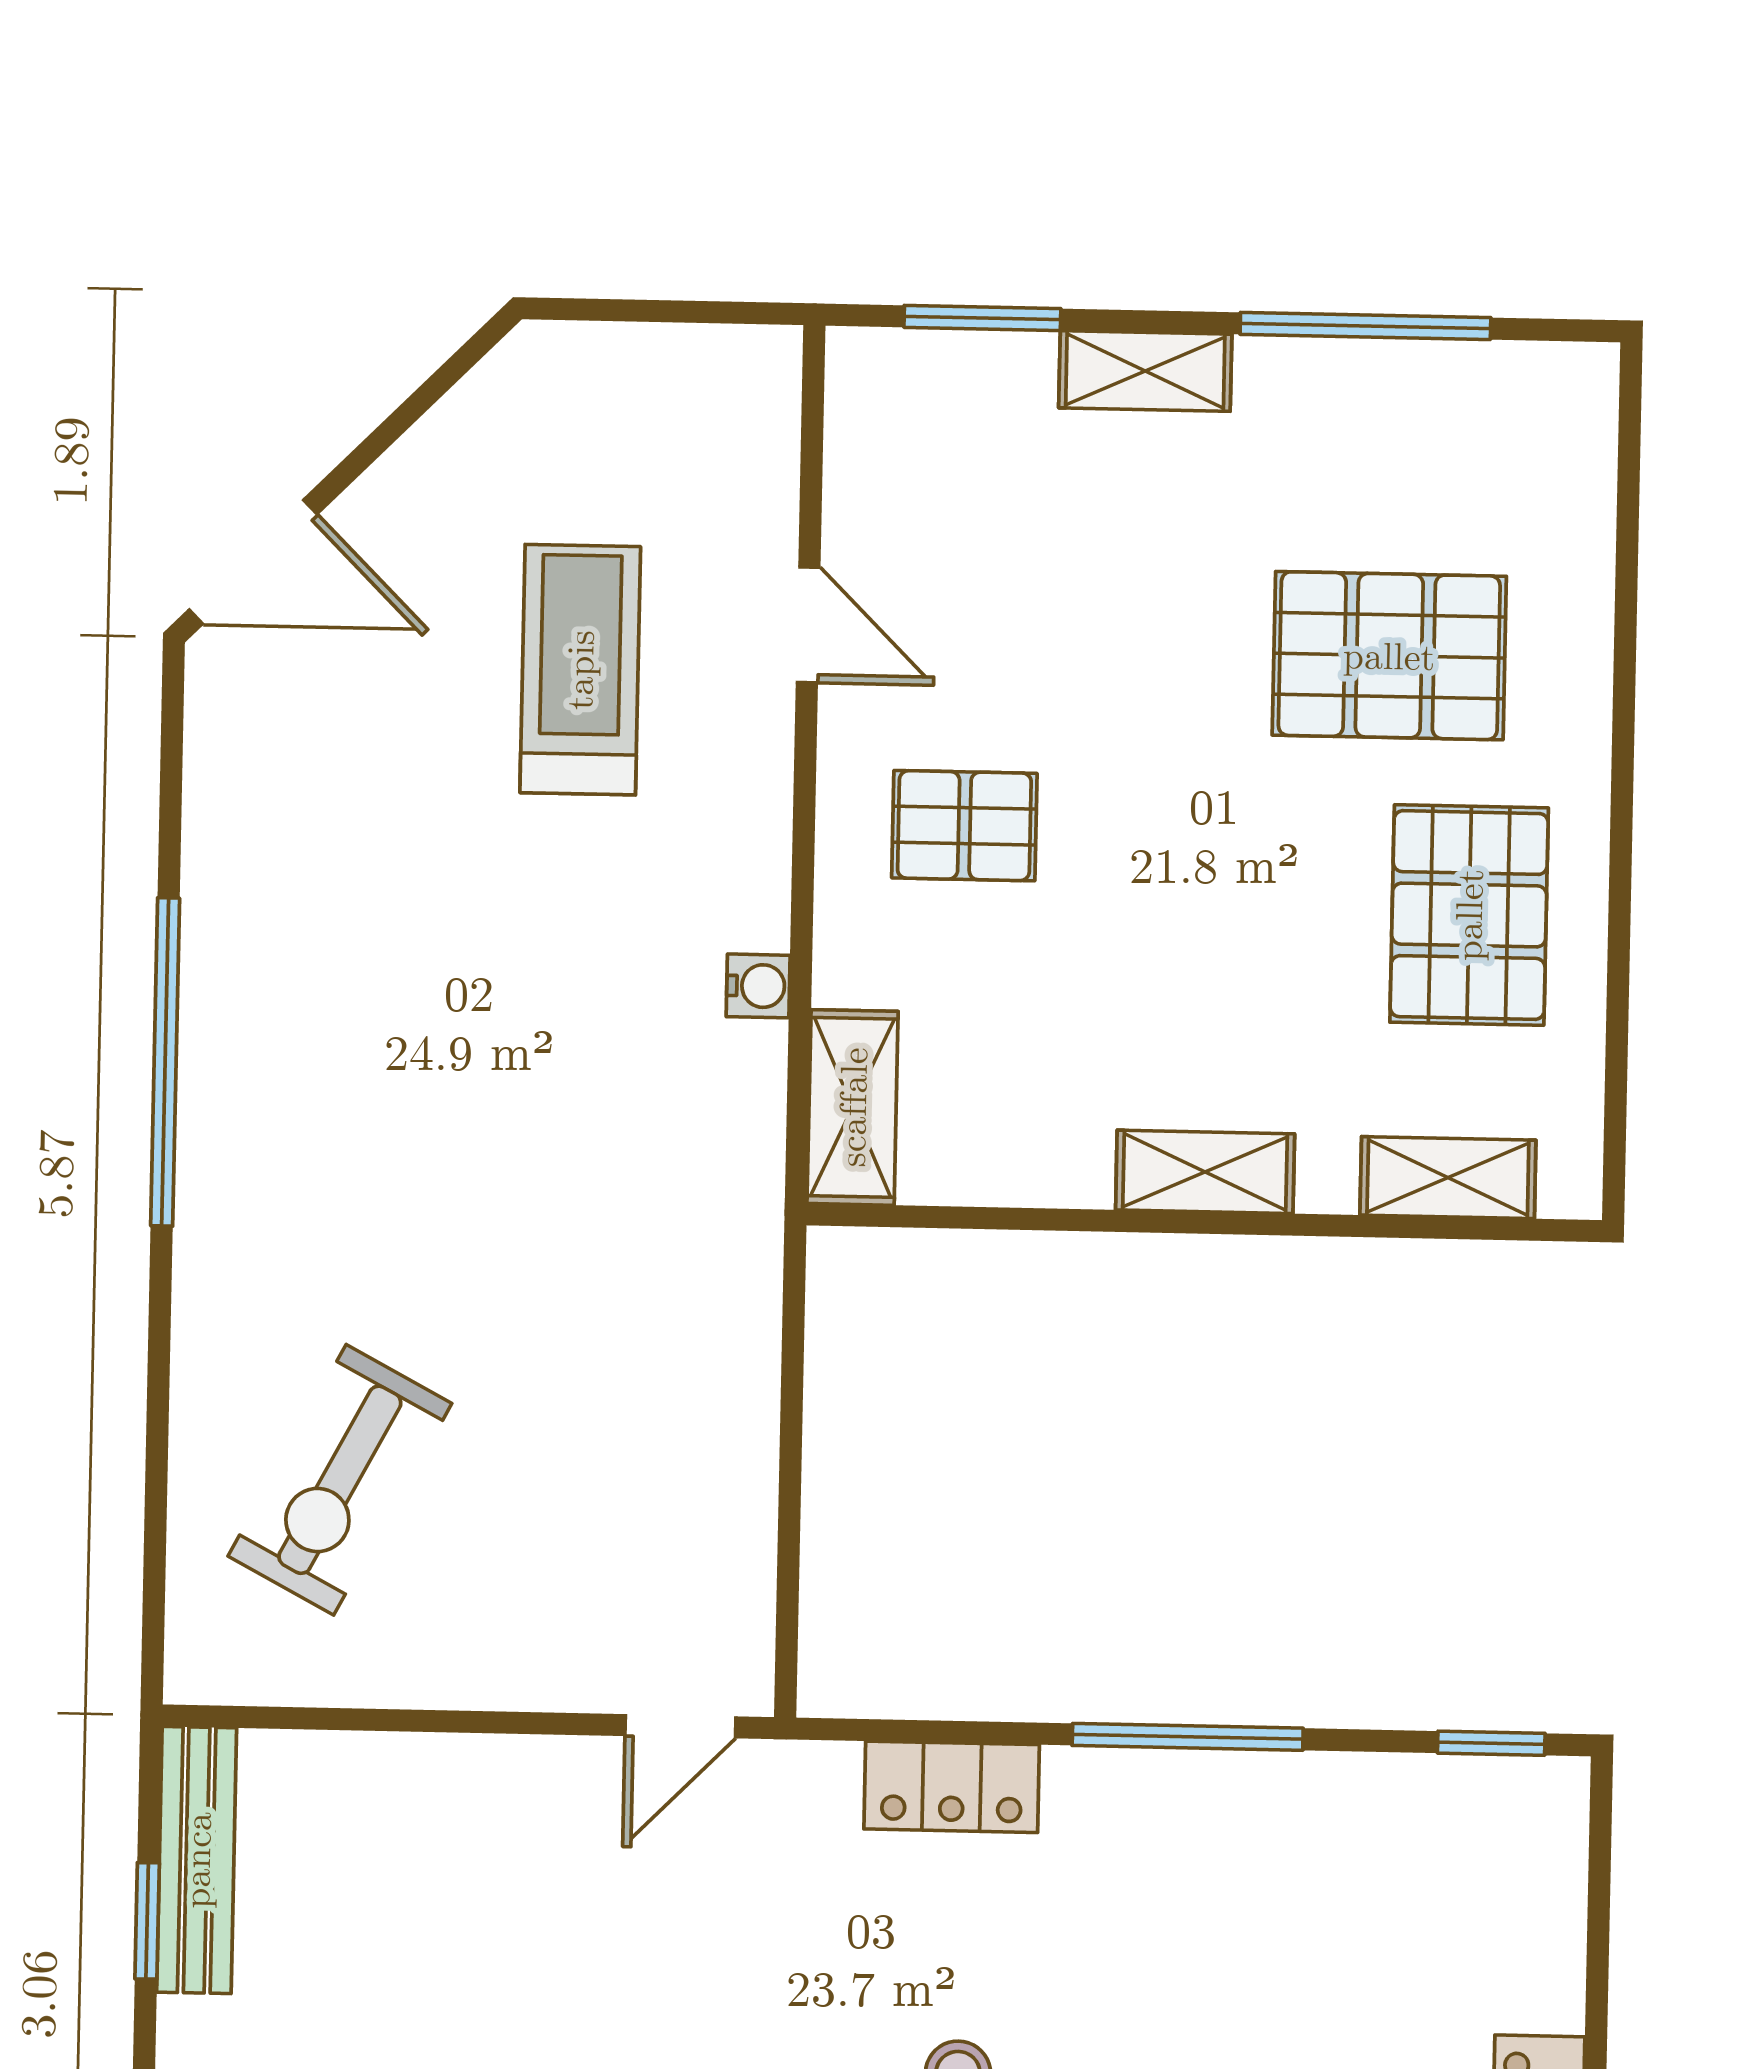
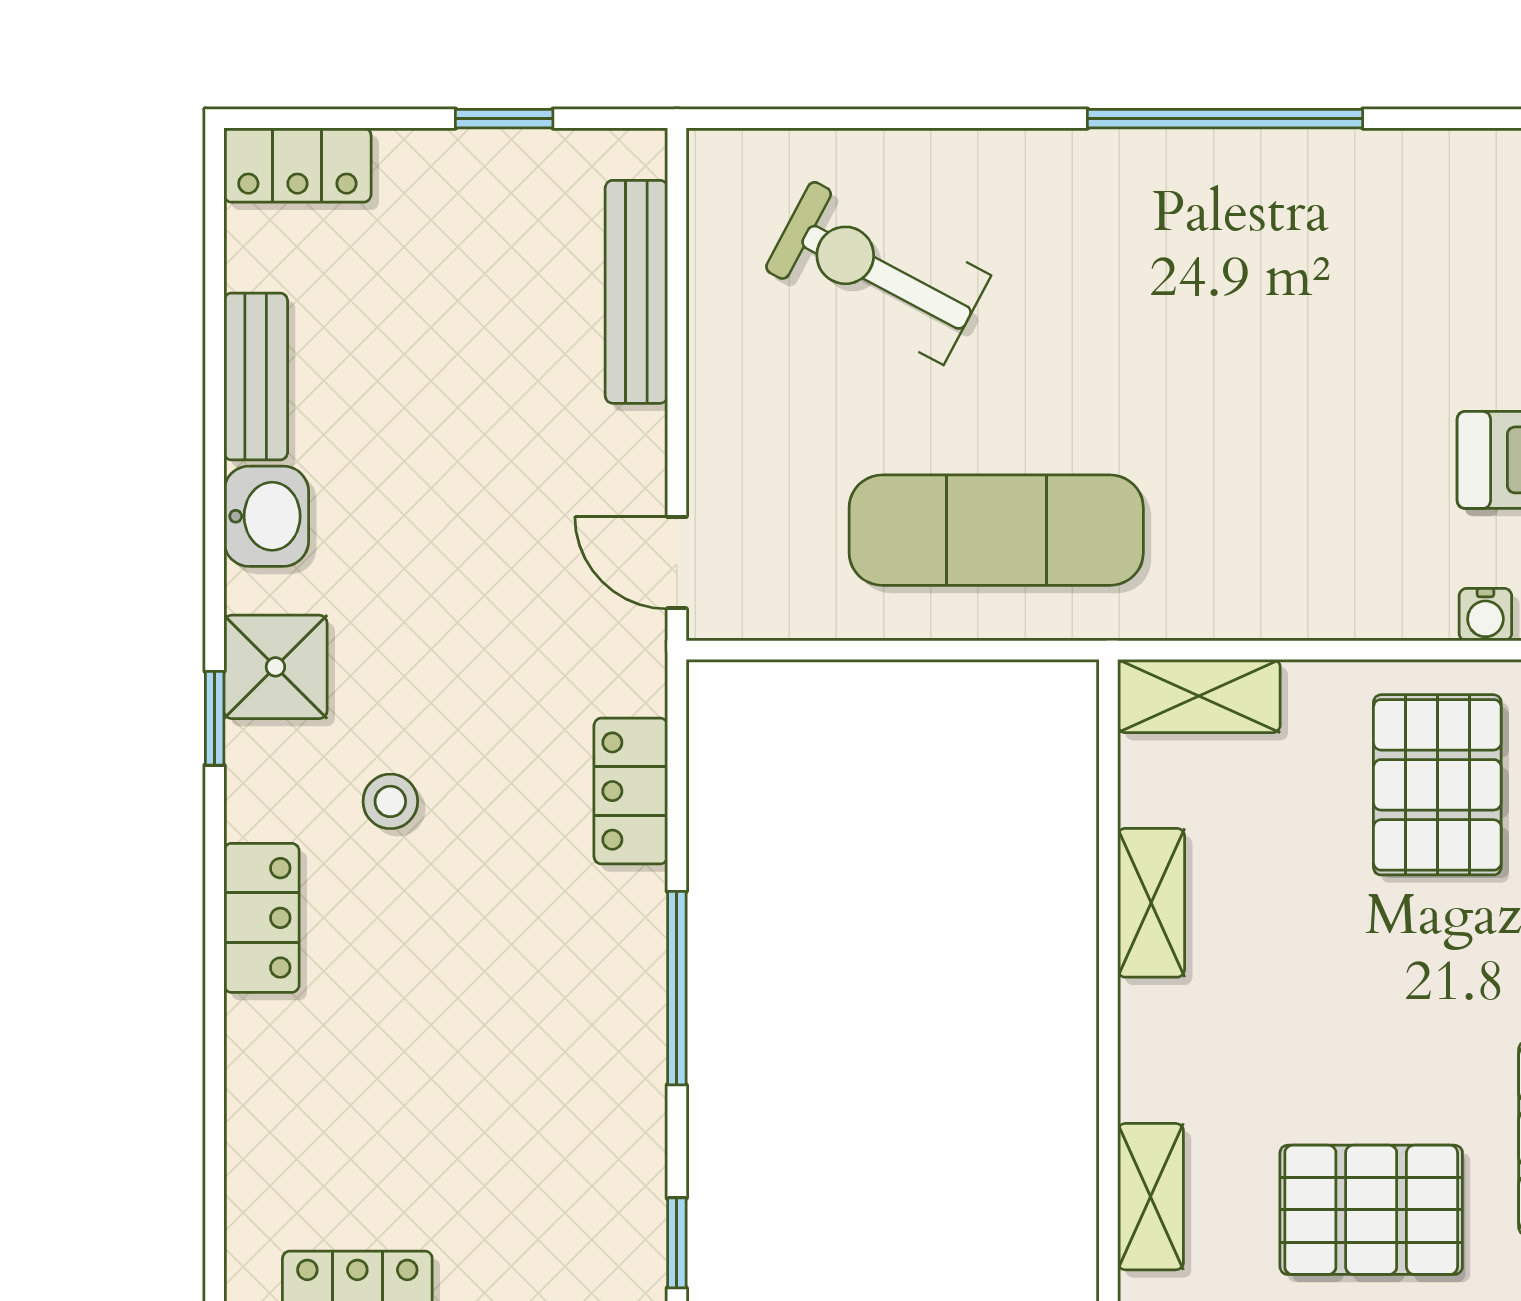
pallet: (964, 826) -> (1437, 785), width x1.50, depth x1.42
water cooler: (758, 986) -> (1485, 615), moved
shelving: (1205, 1172) -> (1151, 903), moved
exercise mat: (650, 1345) -> (996, 530), added
bench: (197, 1860) -> (636, 292), moved, turned 90

